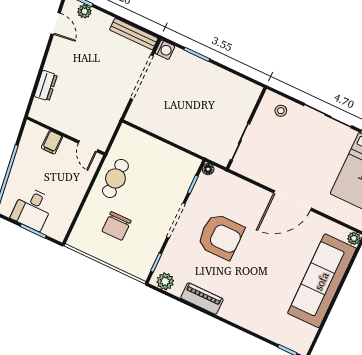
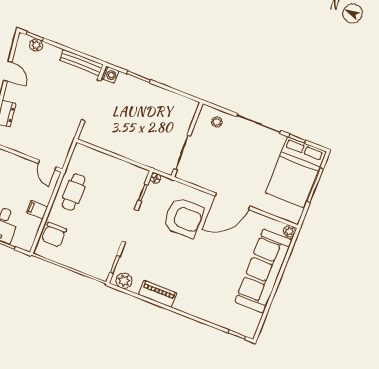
door: (56, 24) -> (8, 71), moved
filing cabinet: (52, 142) -> (37, 210), moved, turned 90
chair: (116, 226) -> (54, 235), moved
armchair: (221, 236) -> (183, 218), moved

